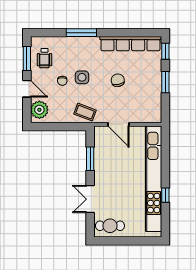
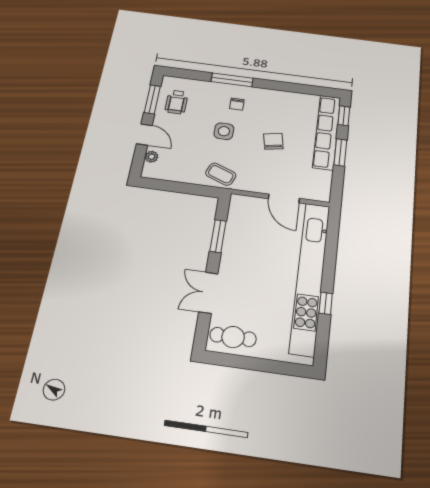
row of seats: (130, 44) -> (327, 132), moved, turned 90
chair: (62, 81) -> (237, 104), moved
plant: (39, 110) -> (152, 157), width x0.53, depth x0.53
door: (118, 124) -> (284, 199), moved

